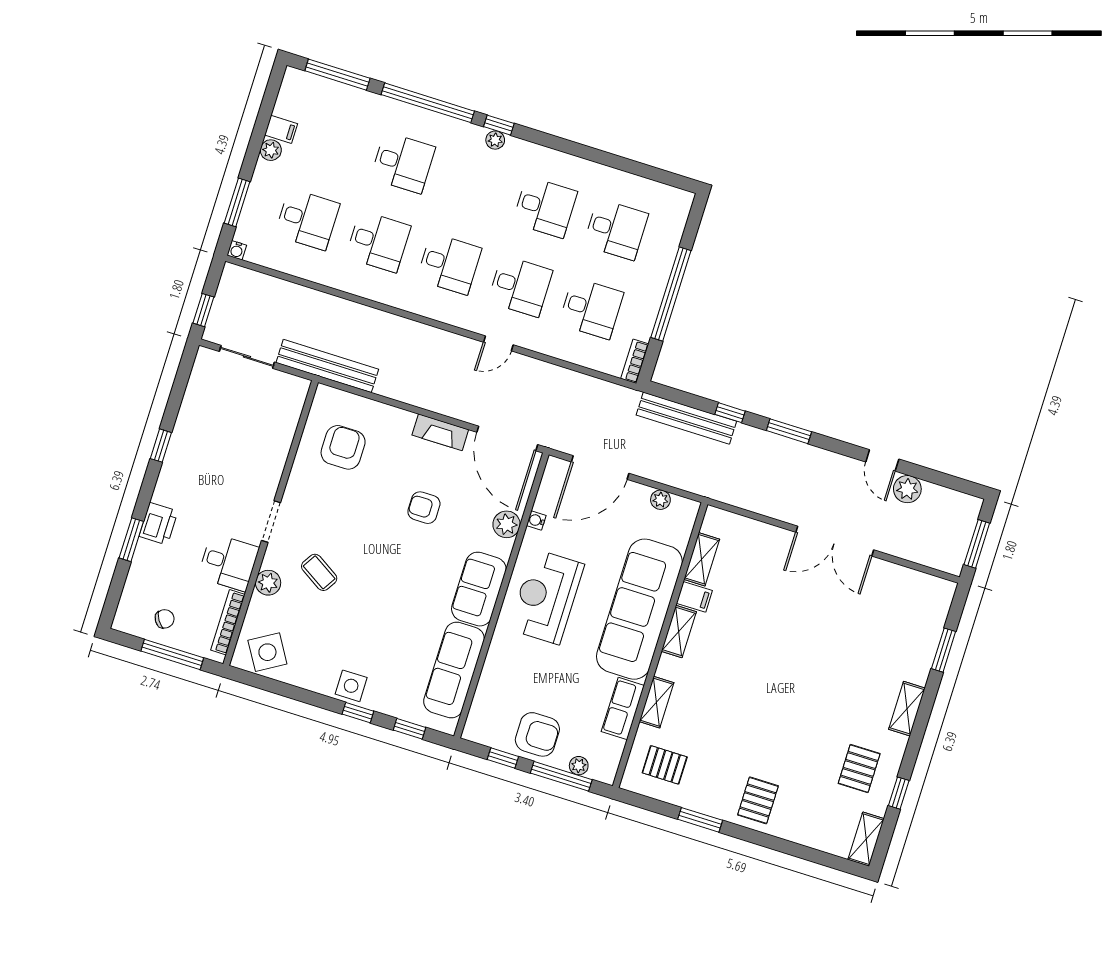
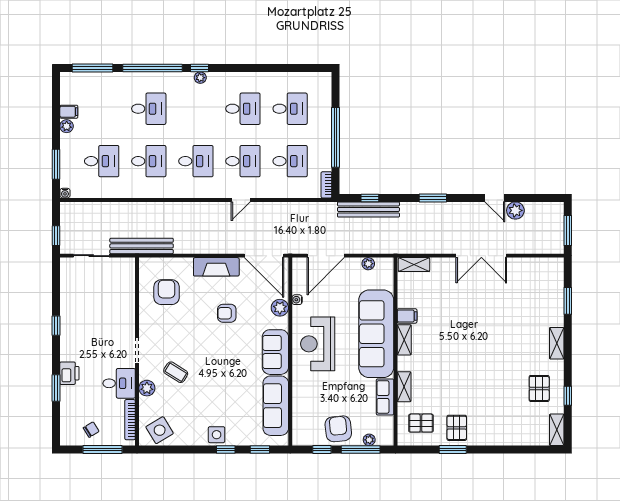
window: (730, 413) -> (370, 198), moved
fireplace: (440, 432) -> (216, 267), width x1.37, depth x1.32
shelving: (702, 559) -> (414, 265), moved, turned 90
armchair: (537, 734) -> (338, 429), turned -96
pallet: (758, 800) -> (457, 428), moved

